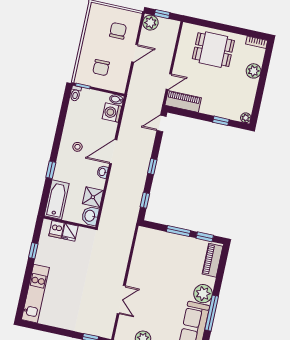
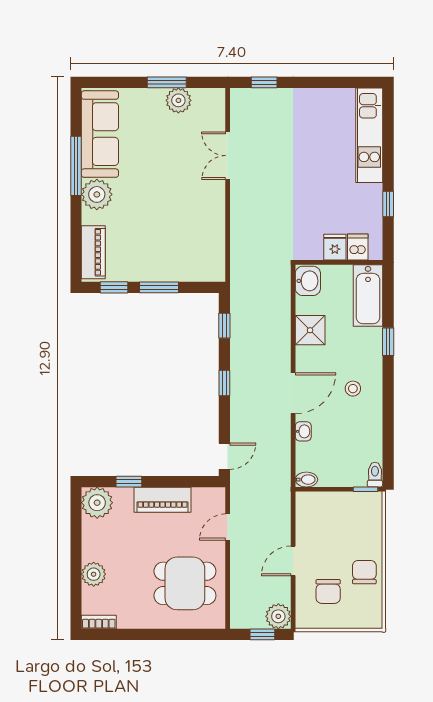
dining table: (213, 50) -> (185, 583), moved
chair: (101, 68) -> (364, 572), moved
piano: (183, 101) -> (162, 500), moved
washing machine: (112, 112) -> (309, 457), removed
plant: (246, 118) -> (97, 503), width x1.88, depth x1.88
washbasin: (103, 172) -> (303, 431), moved
shower: (93, 197) -> (310, 330), moved

